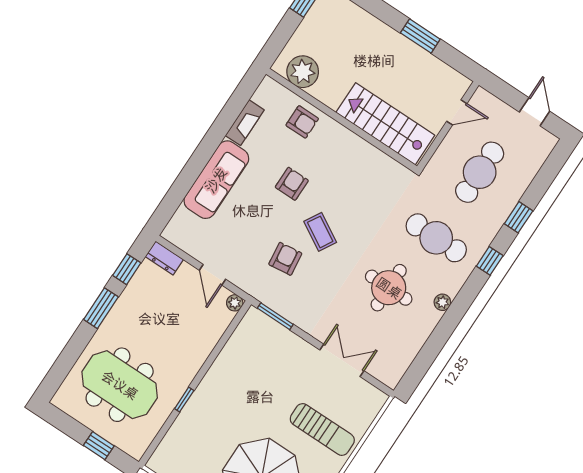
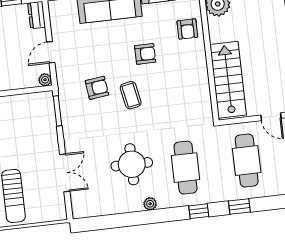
cafe table: (480, 172) -> (247, 161), turned 90
coffee table: (320, 232) -> (131, 95), turned -41

